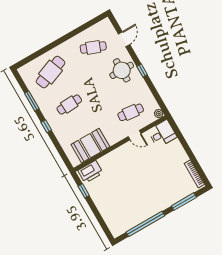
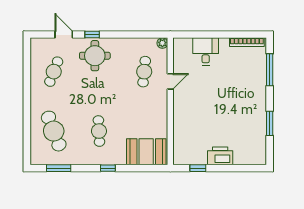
window: (142, 70) -> (92, 35), moved
window: (32, 101) -> (59, 168), moved
desk: (162, 134) -> (206, 51), moved
booth: (90, 146) -> (146, 152), moved, turned 90
printer: (90, 172) -> (220, 156), moved, turned -90
window: (145, 224) -> (270, 123), width x0.47

